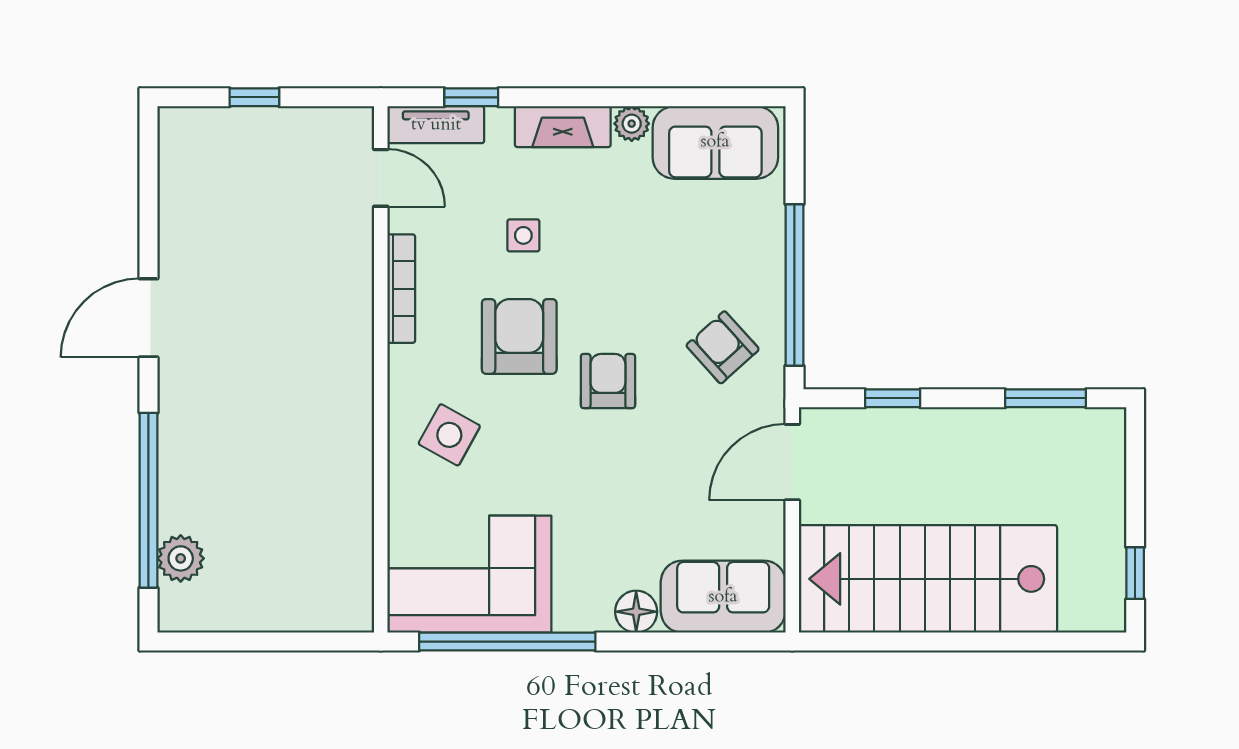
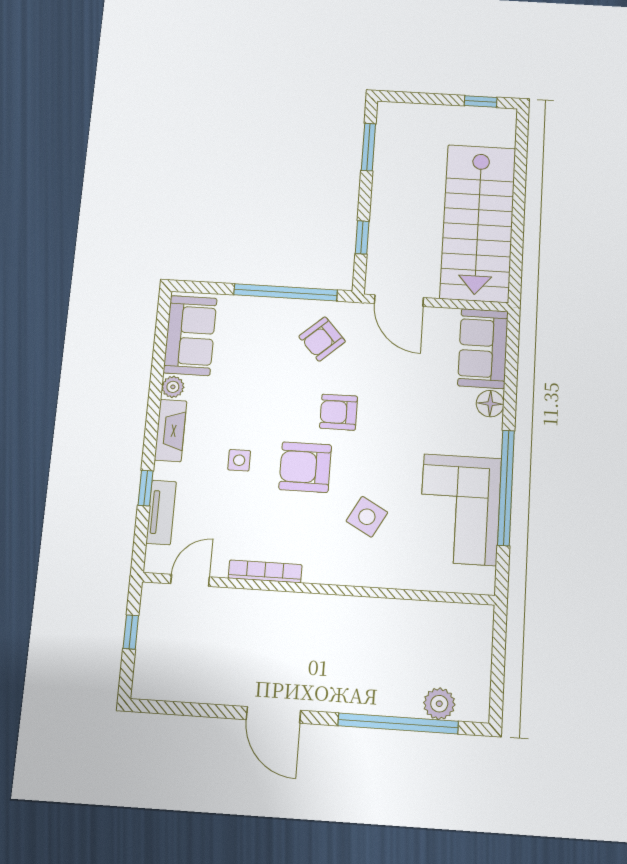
door: (381, 178) -> (190, 580), moved
bookcase: (401, 289) -> (265, 571), moved
wall: (381, 369) -> (318, 589), moved

